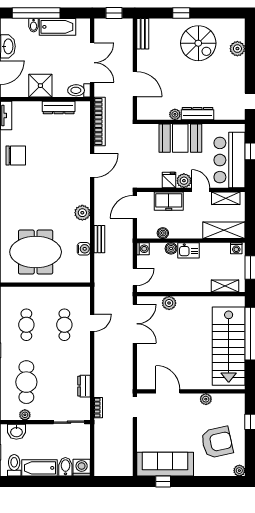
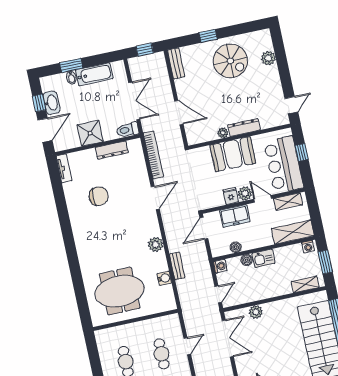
window: (36, 13) -> (71, 66), width x0.47
chair: (16, 155) -> (99, 196), moved

